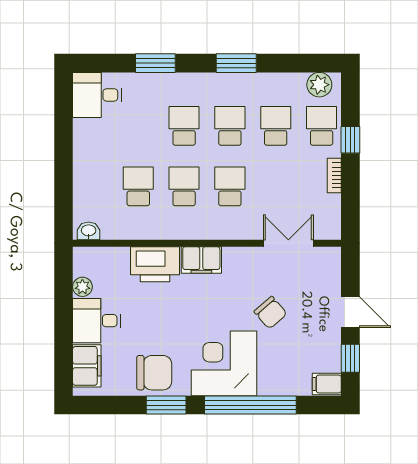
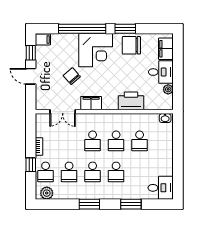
filing cabinet: (201, 260) -> (91, 103), moved

